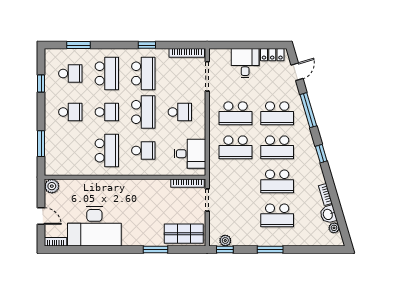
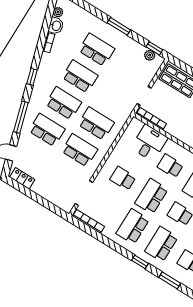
window: (147, 45) -> (140, 262), moved
desk: (245, 63) -> (48, 185), removed
desk: (190, 154) -> (149, 143), moved, turned 90

